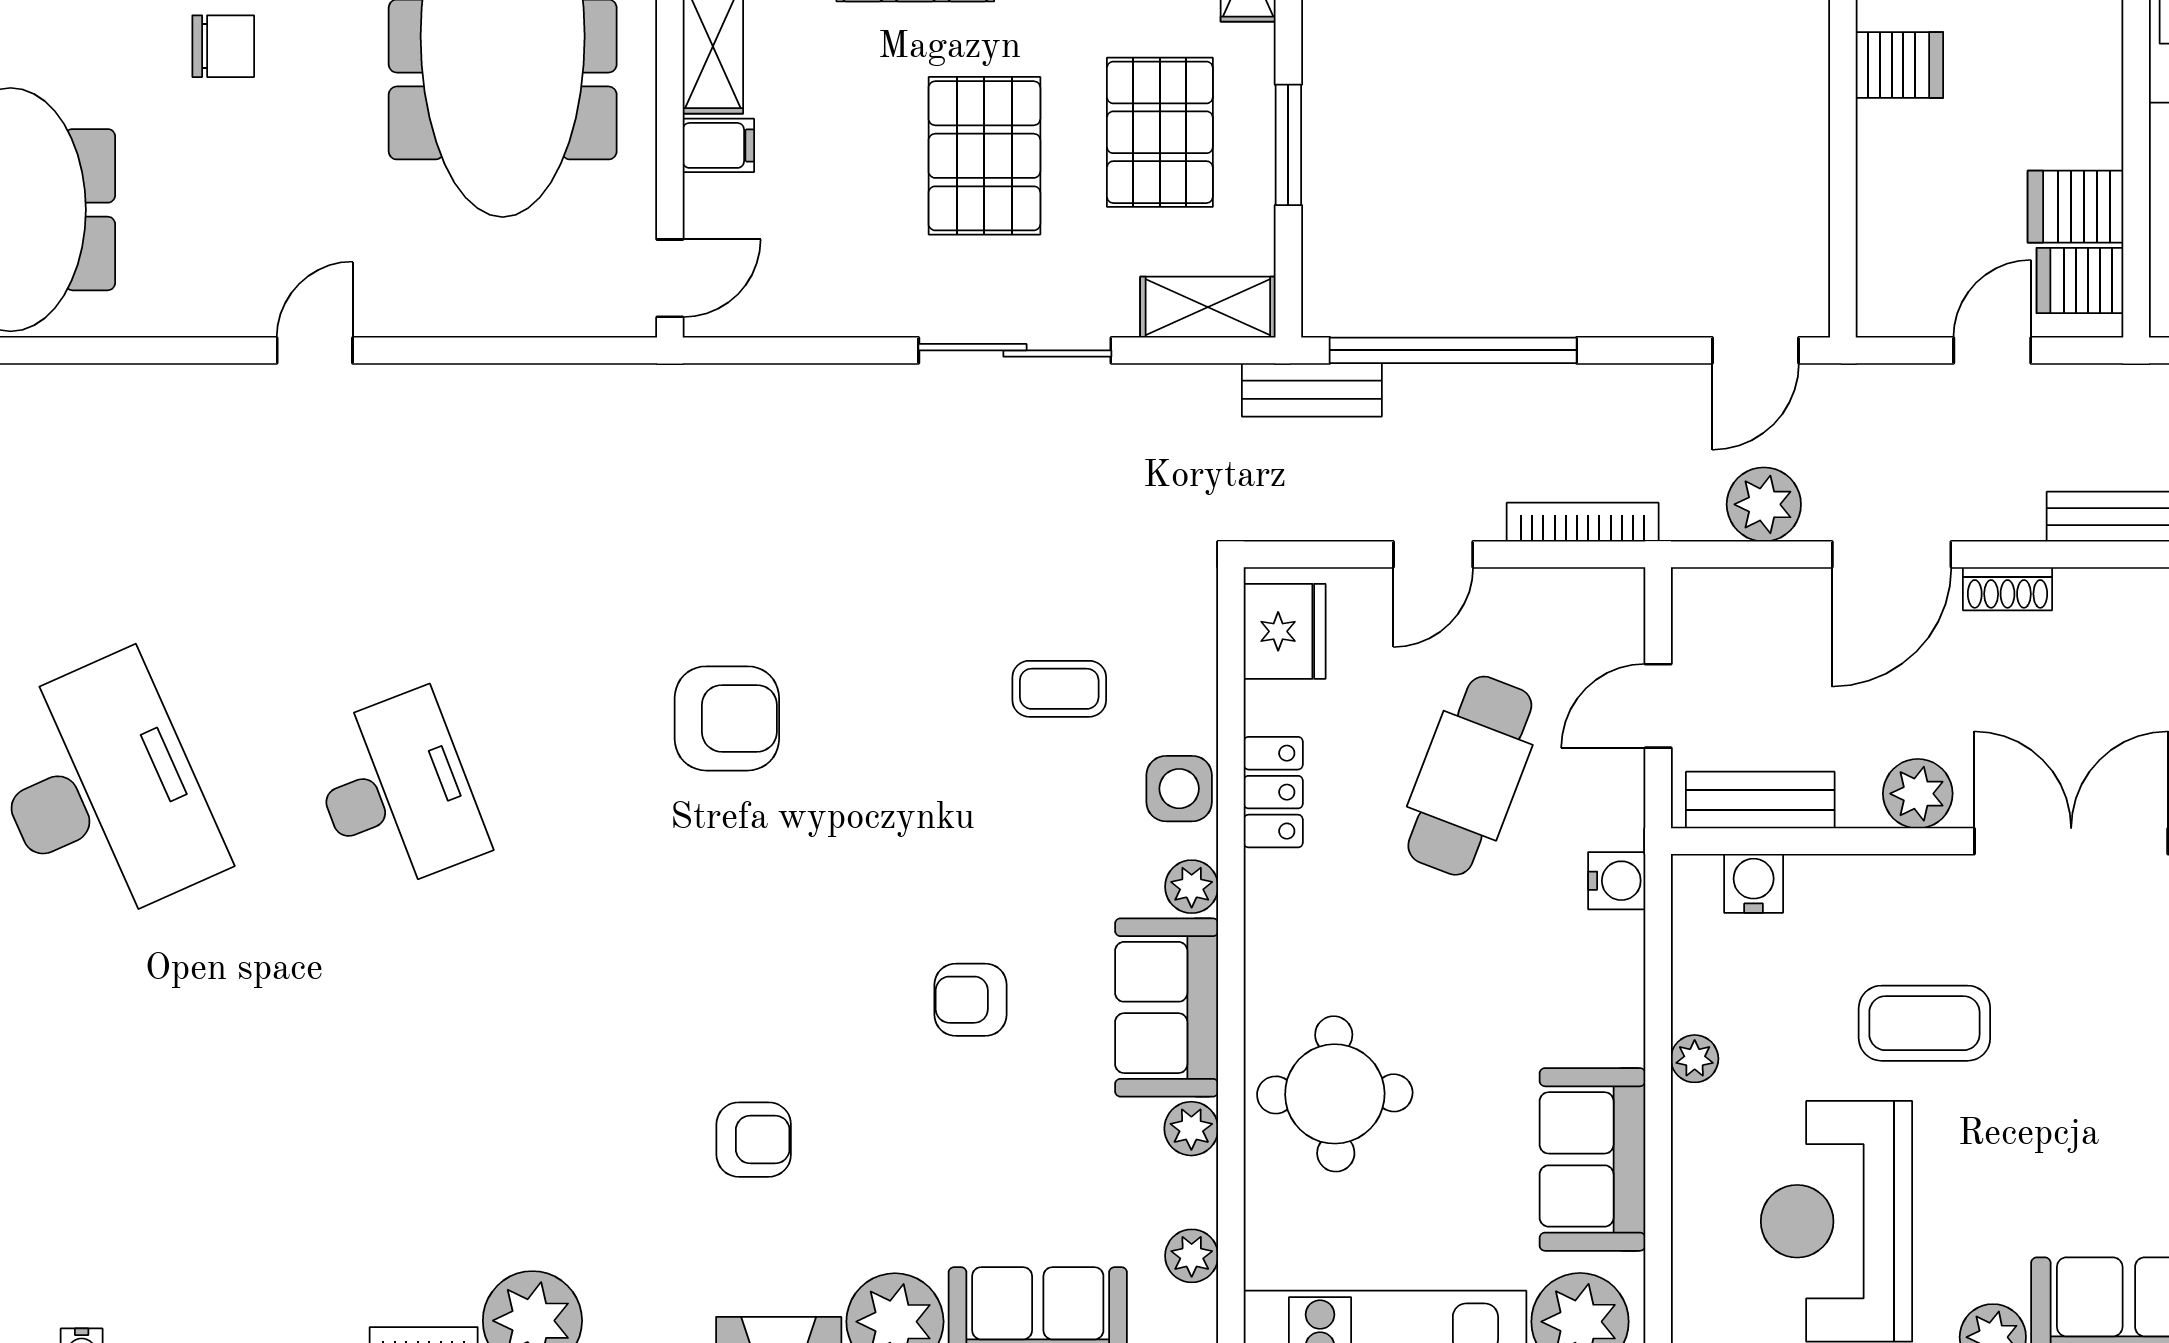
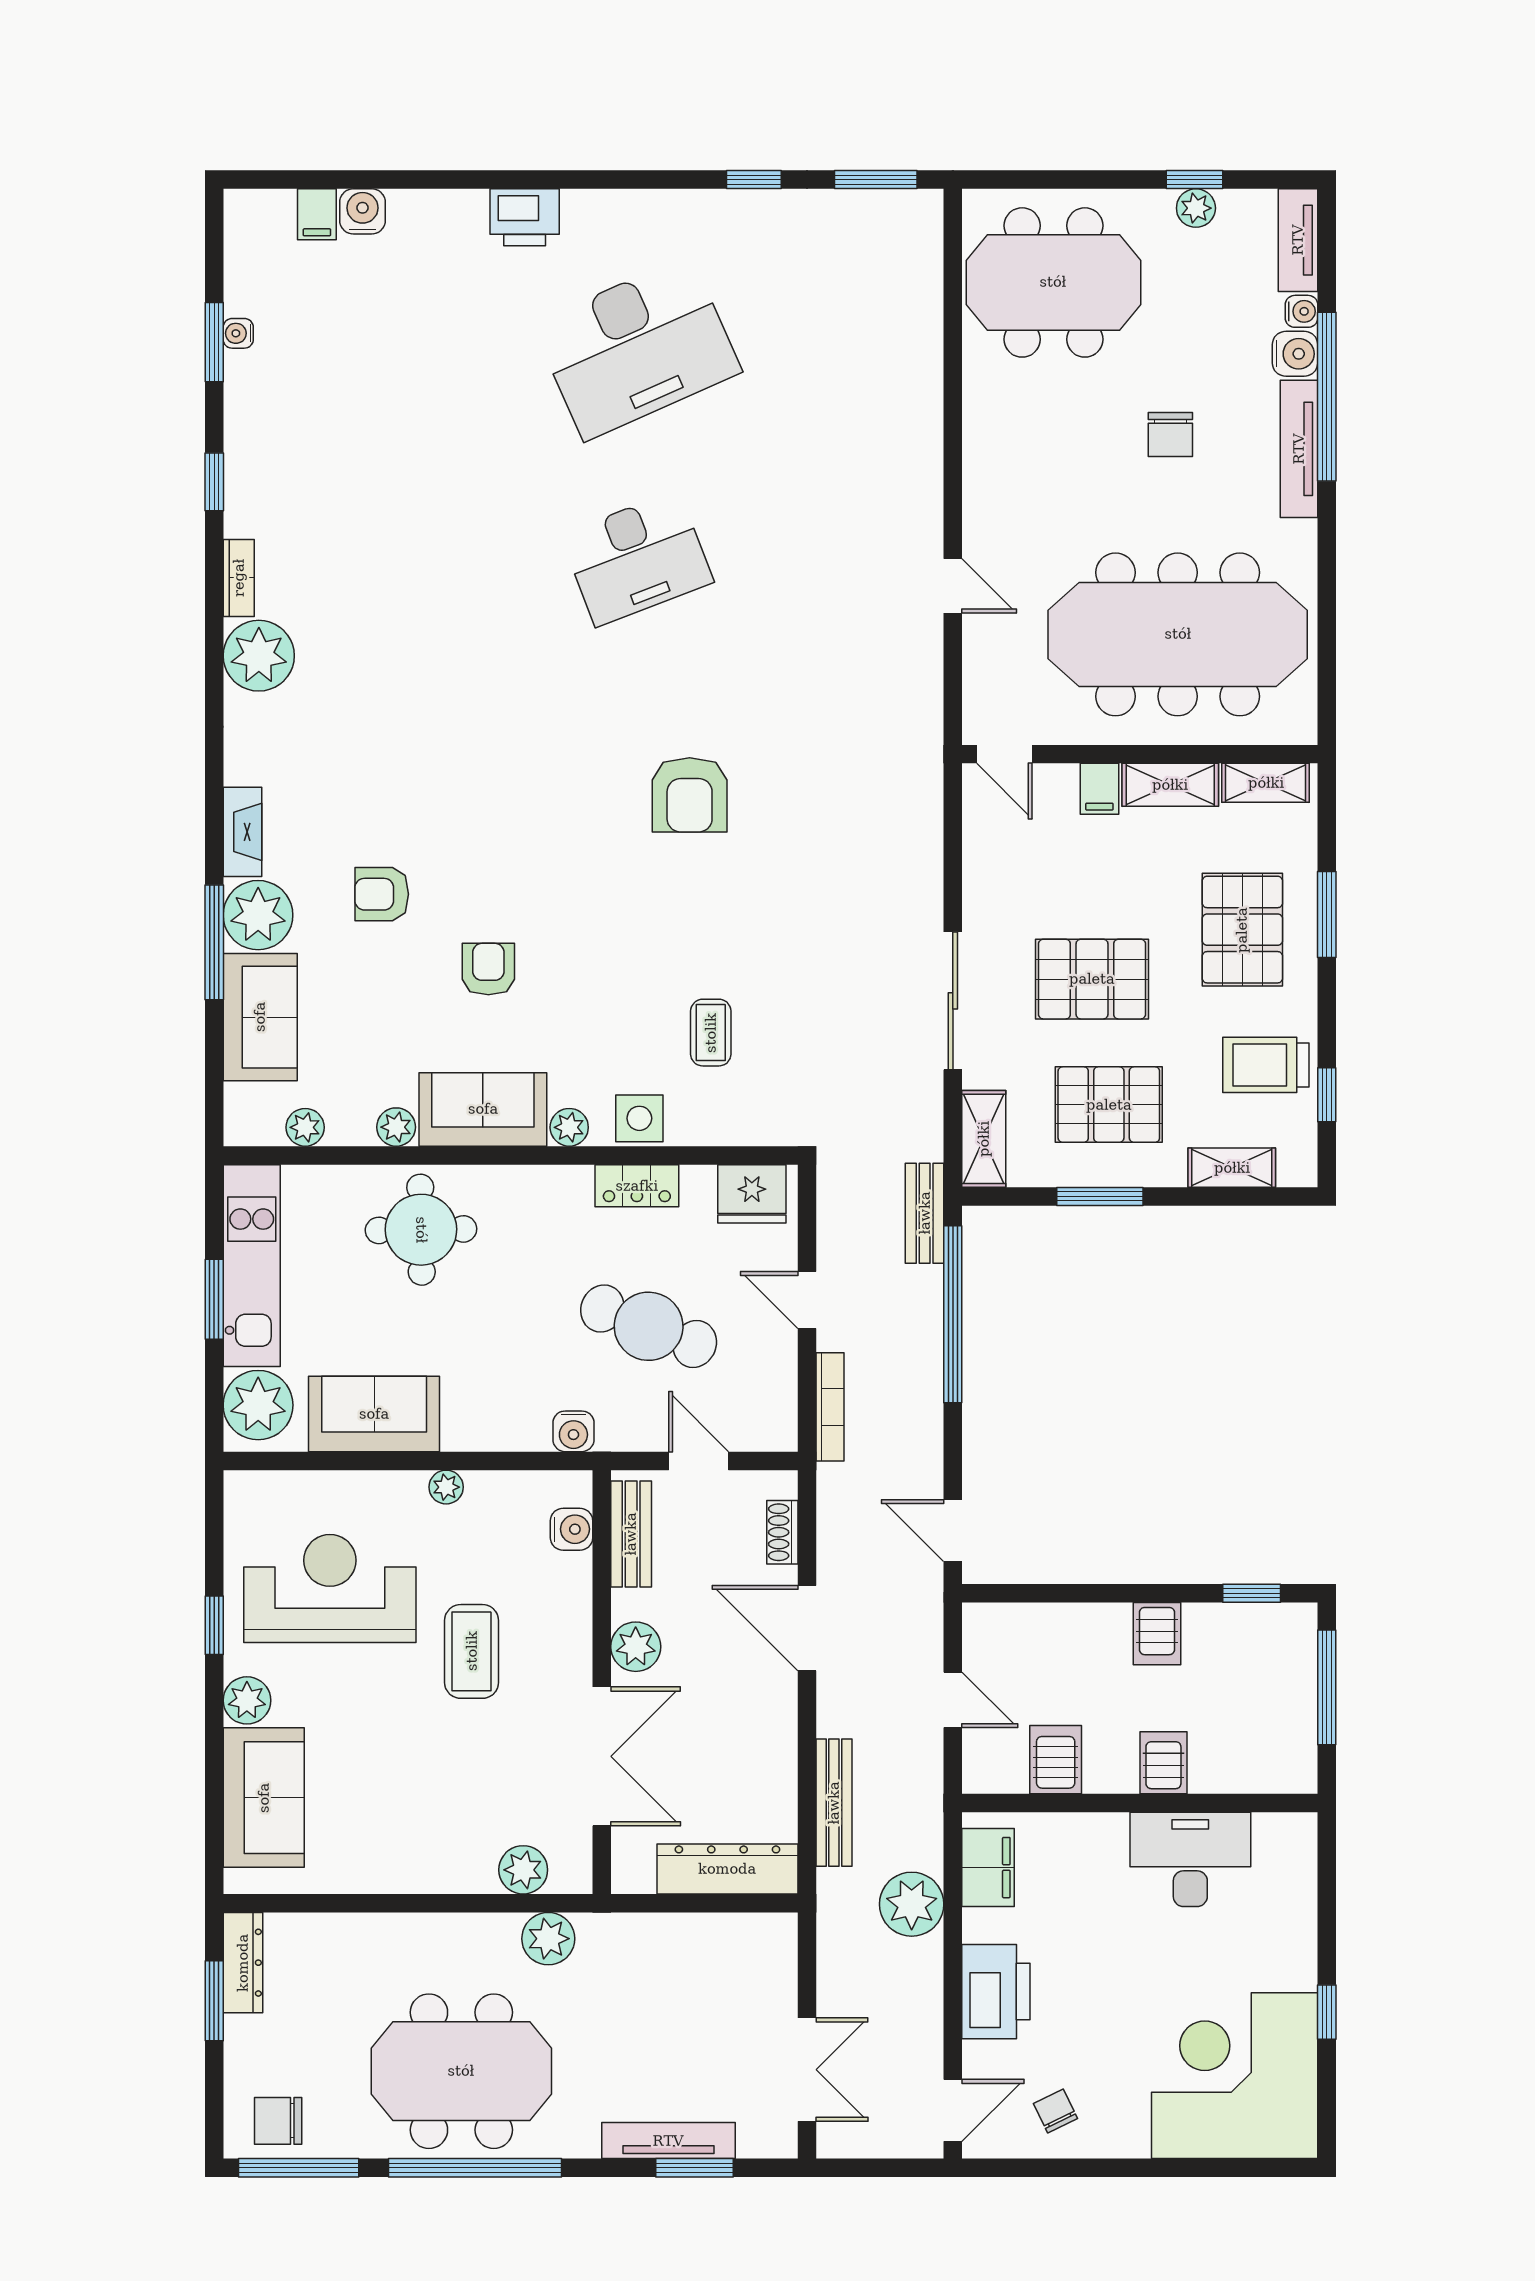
server rack: (2080, 281) -> (1163, 1763), moved
door: (315, 350) -> (953, 586), moved
plant: (1764, 504) -> (843, 1537), removed
shoe rack: (2008, 589) -> (782, 1532), moved
armchair: (754, 1140) -> (382, 894), moved, turned 90

